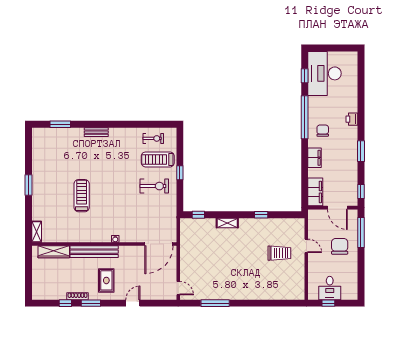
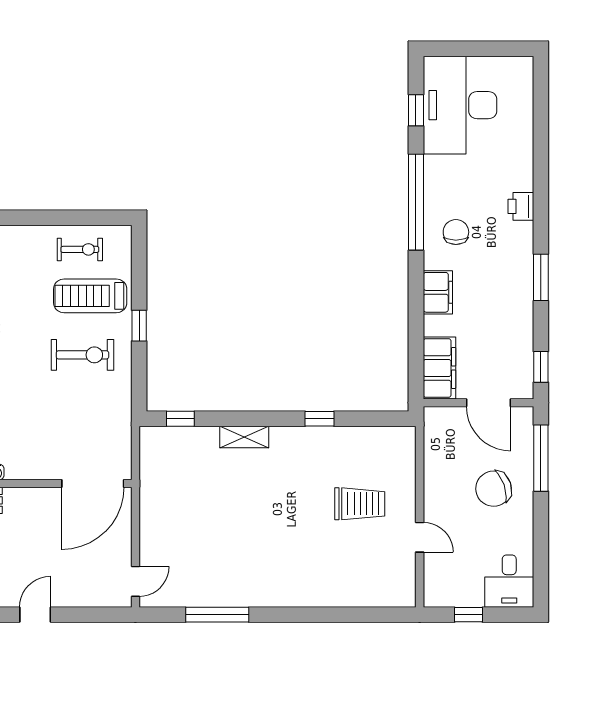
door: (306, 246) -> (420, 537), moved
chair: (340, 246) -> (494, 489), turned -109
door: (178, 288) -> (135, 581), hinge flipped
desk: (330, 288) -> (509, 581), moved

